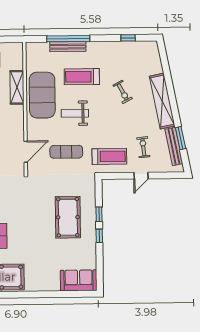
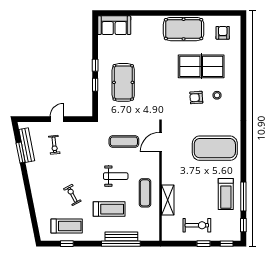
exercise mat: (42, 95) -> (145, 193), width x0.50, depth x0.69
shelving: (162, 101) -> (37, 186), removed
treadmill: (109, 156) -> (67, 226), moved, turned 180

